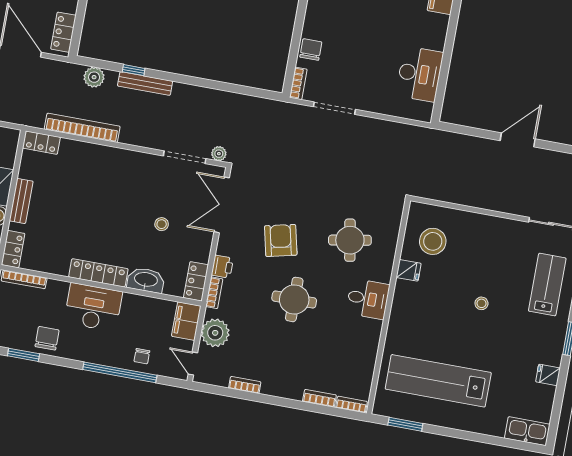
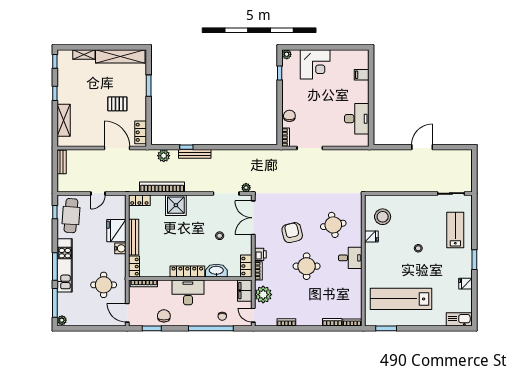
shower: (99, 161) -> (176, 205), added
bench: (21, 201) -> (134, 237), width x1.36

